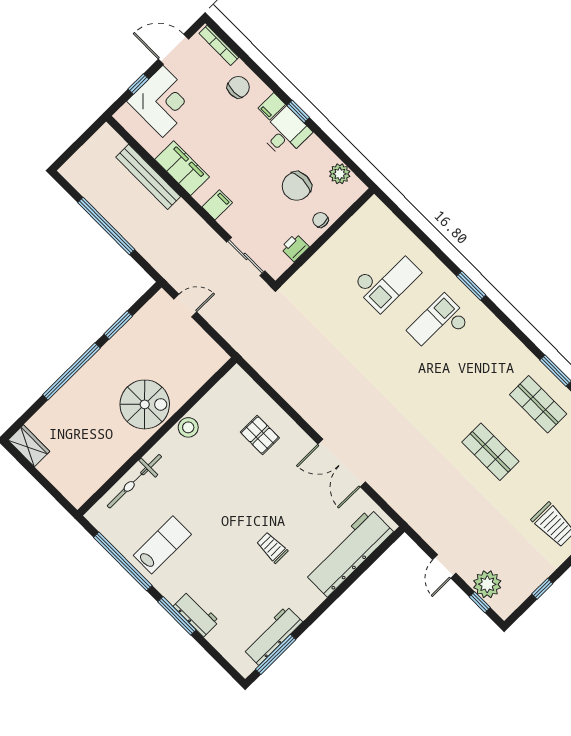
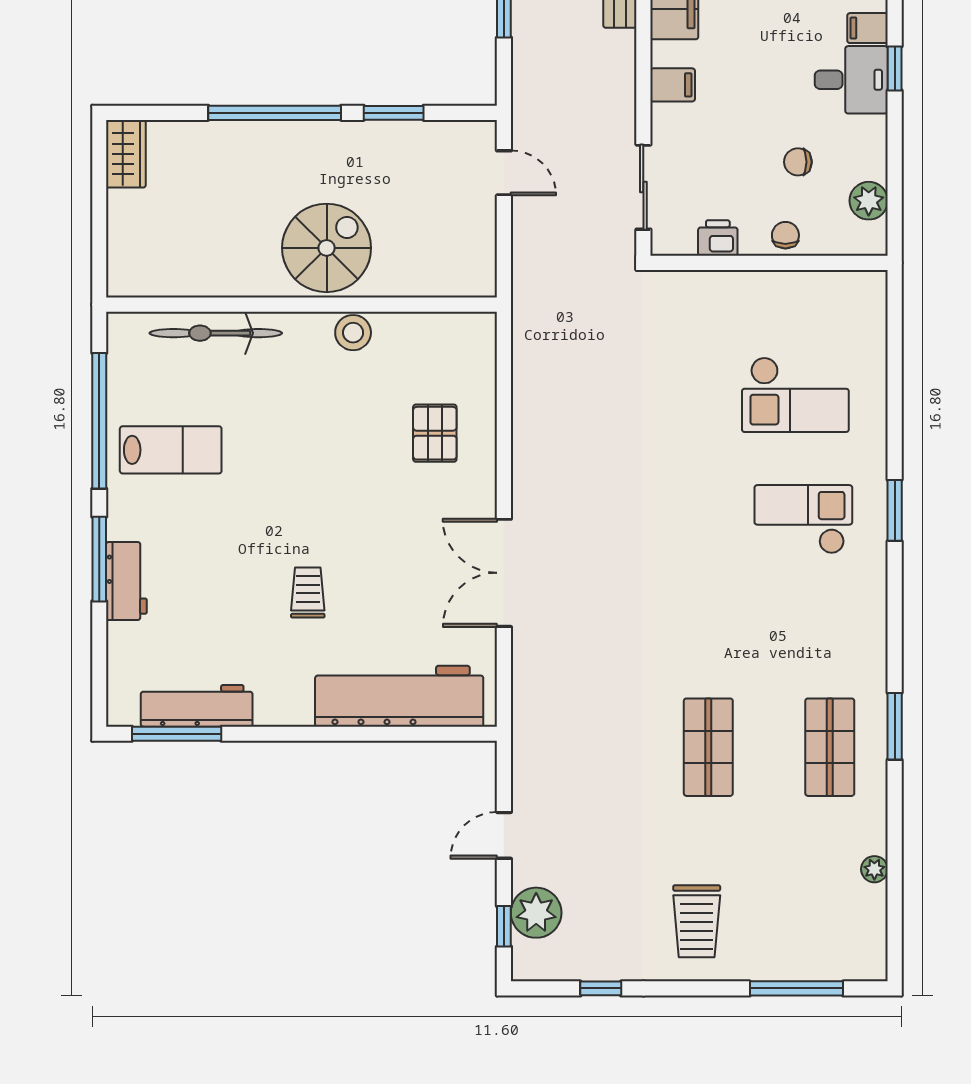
chair: (297, 186) -> (798, 162), width x0.54, depth x0.54
spiral stairs: (145, 404) -> (327, 248), turned -90

